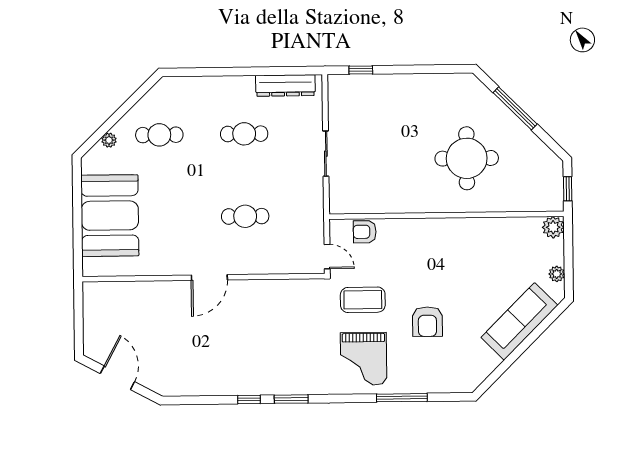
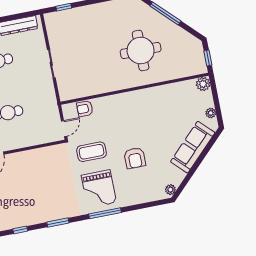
door: (327, 257) -> (64, 129), hinge flipped
plant: (473, 380) -> (170, 190), added
window: (402, 398) -> (105, 213), moved
window: (249, 400) -> (20, 230), moved

